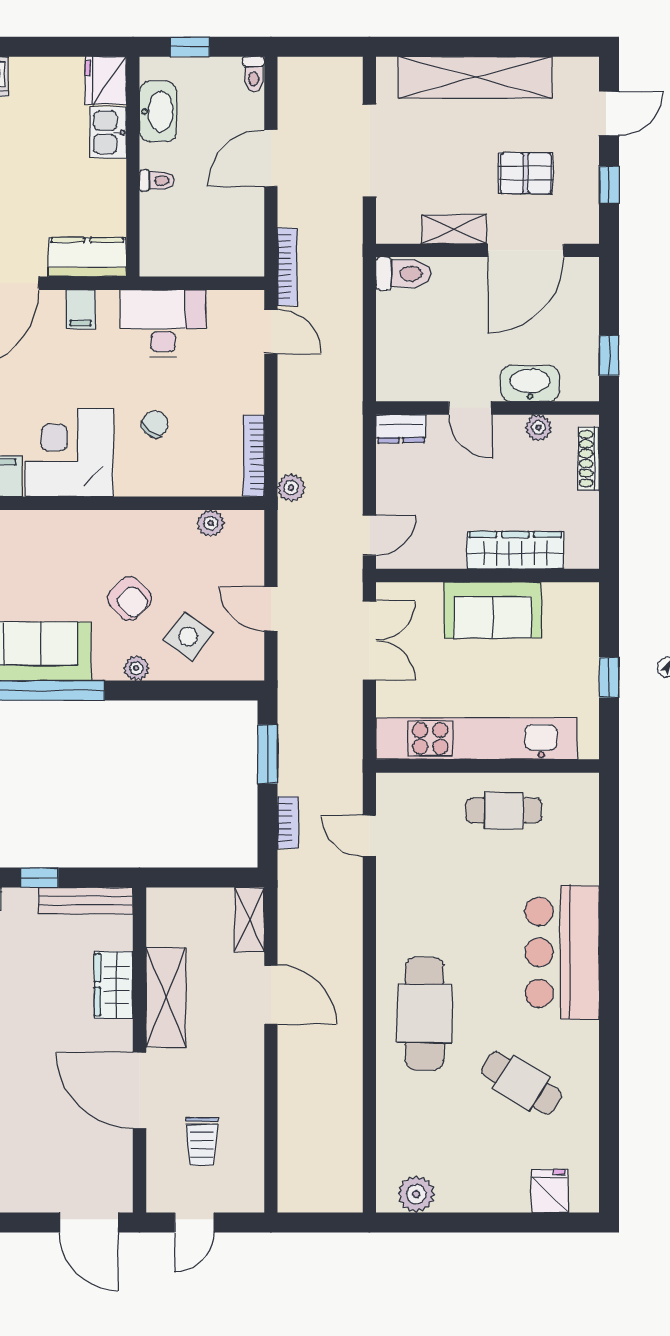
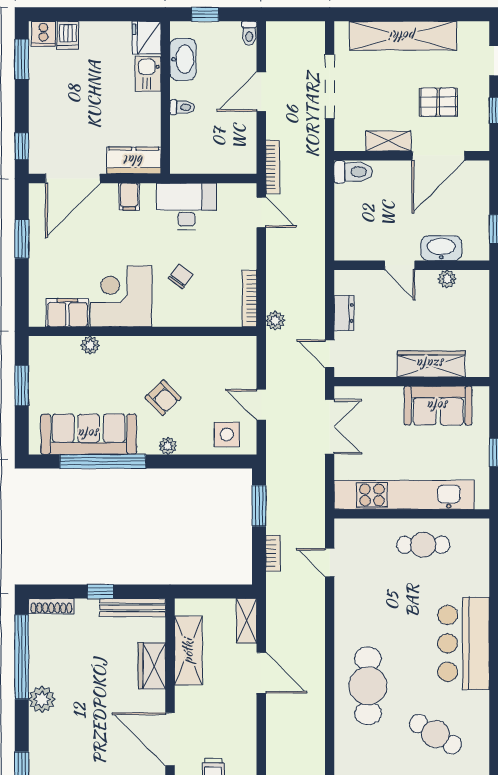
dresser: (401, 429) -> (344, 313), moved, turned -90
shoe rack: (588, 459) -> (482, 300), removed
plant: (211, 523) -> (90, 345), moved
door: (369, 535) -> (330, 354), swing flipped
sofa: (493, 610) -> (438, 406), moved
side table: (188, 637) -> (227, 434), moved, turned -36
shelving: (166, 997) -> (188, 651), moved

